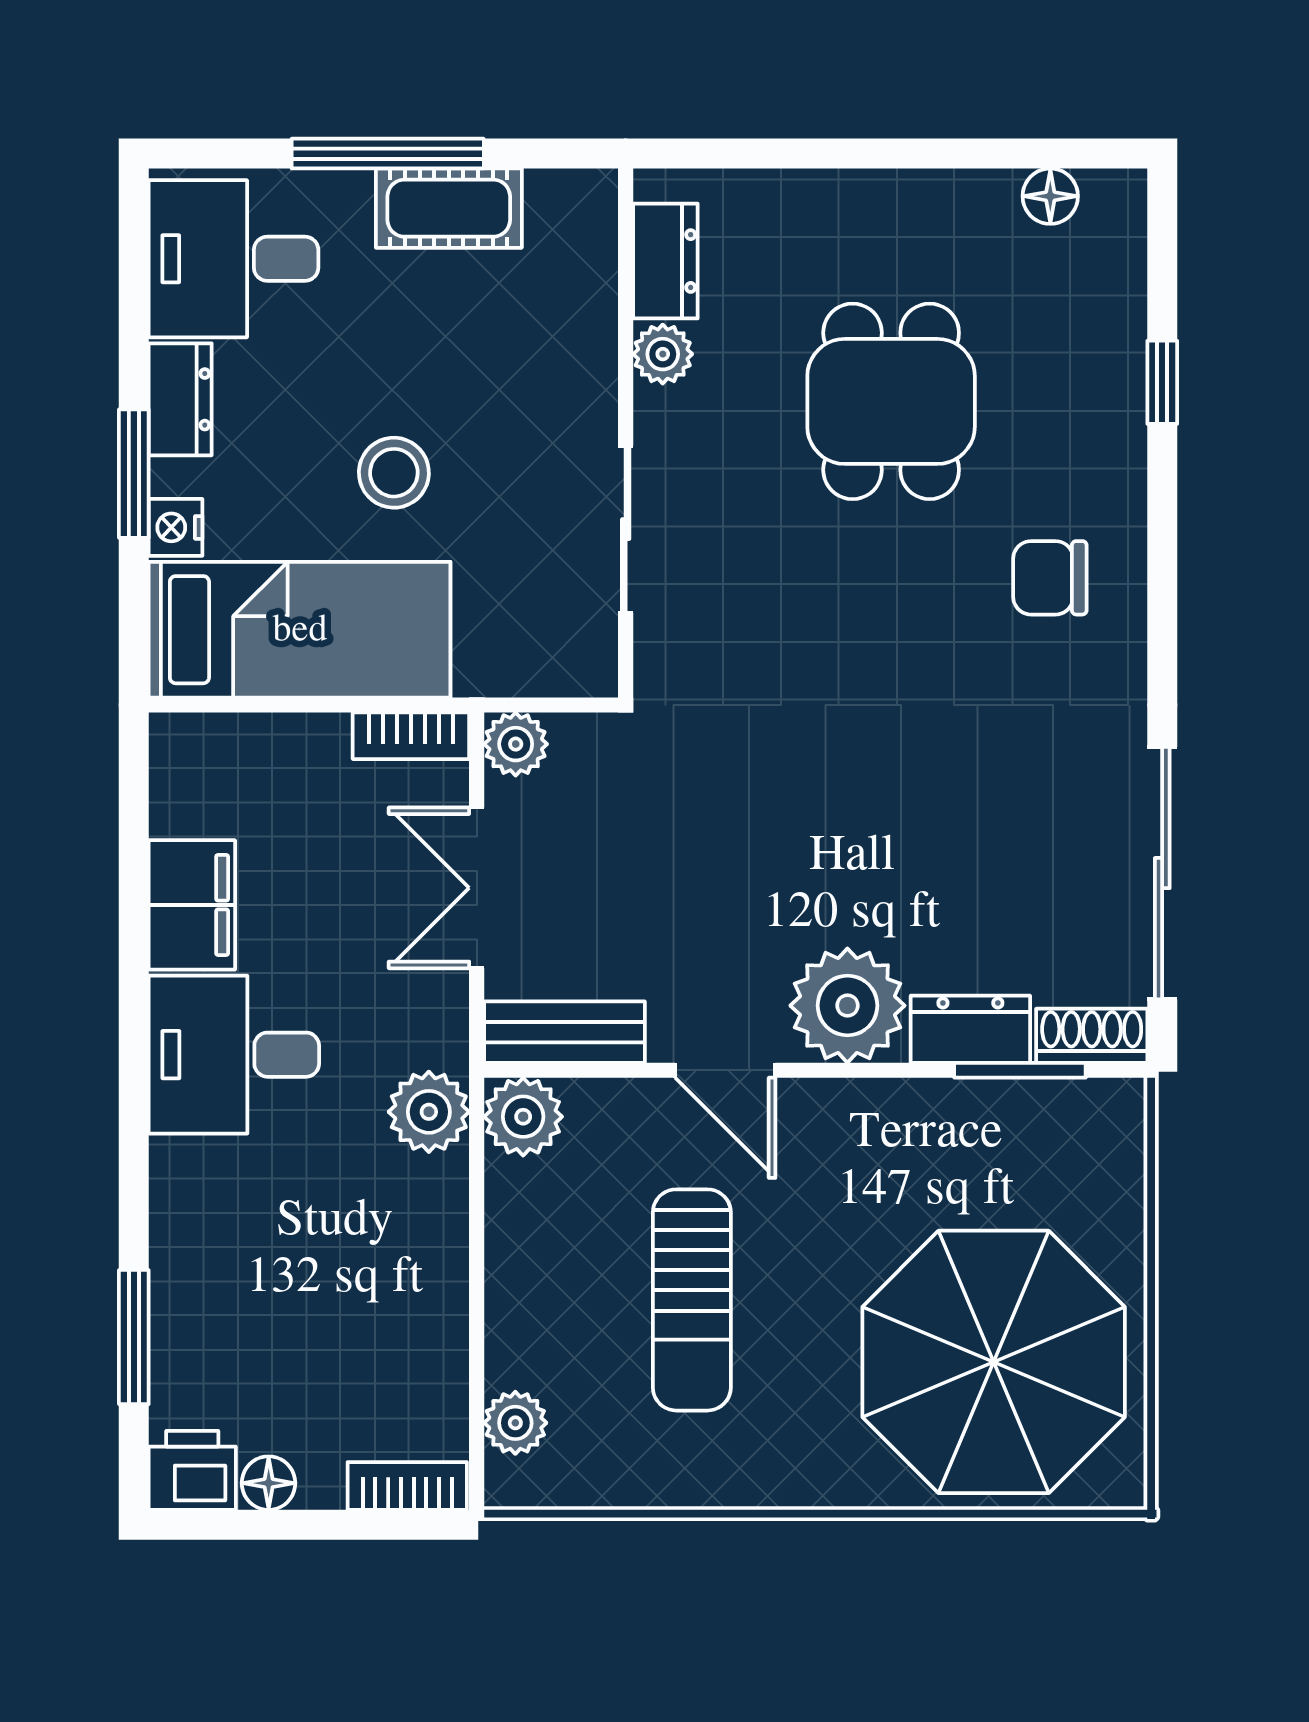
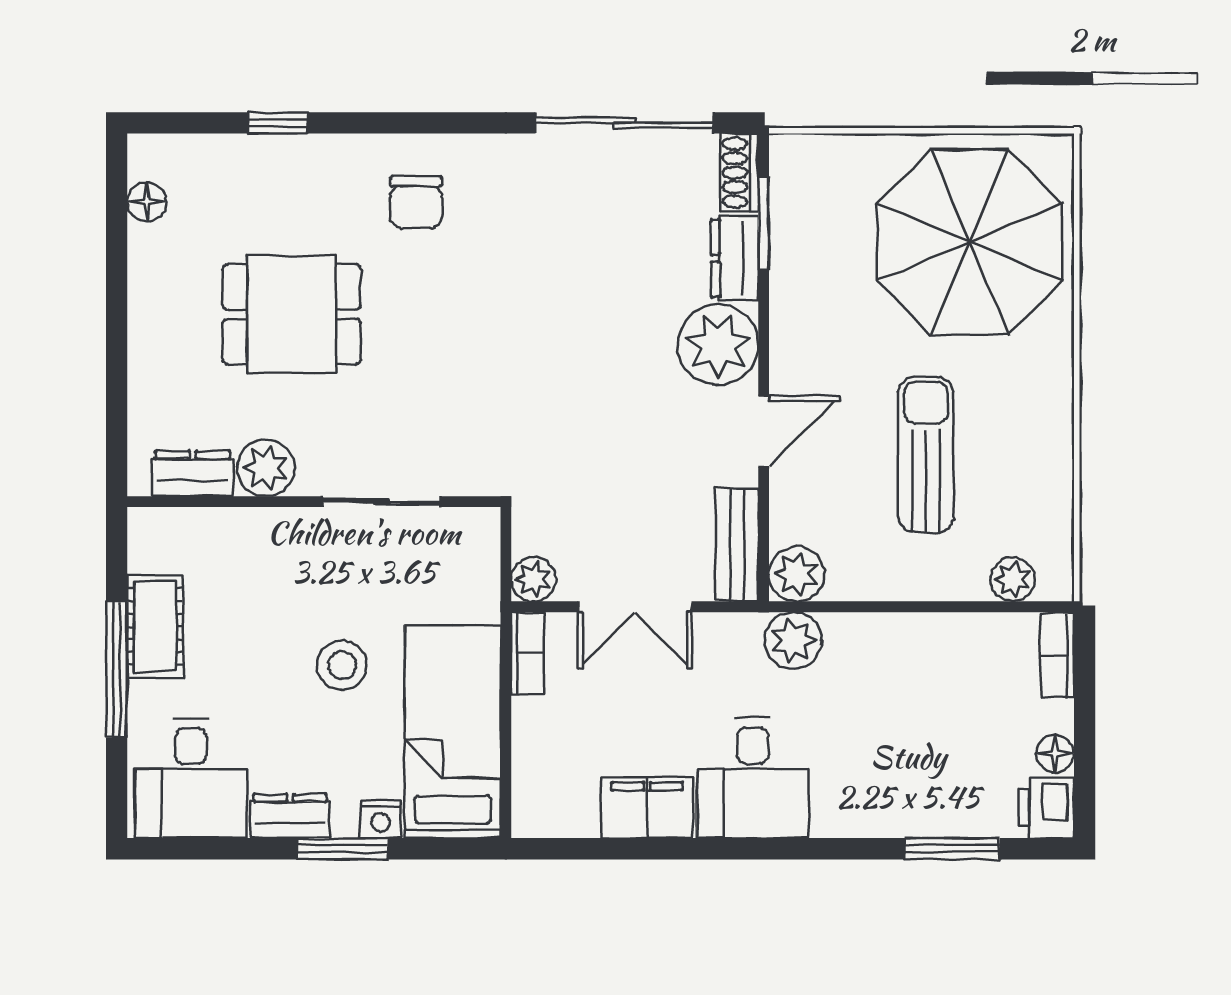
plant: (663, 354) -> (266, 468), width x1.38, depth x1.38
sun lounger: (692, 1300) -> (926, 455), turned -90

